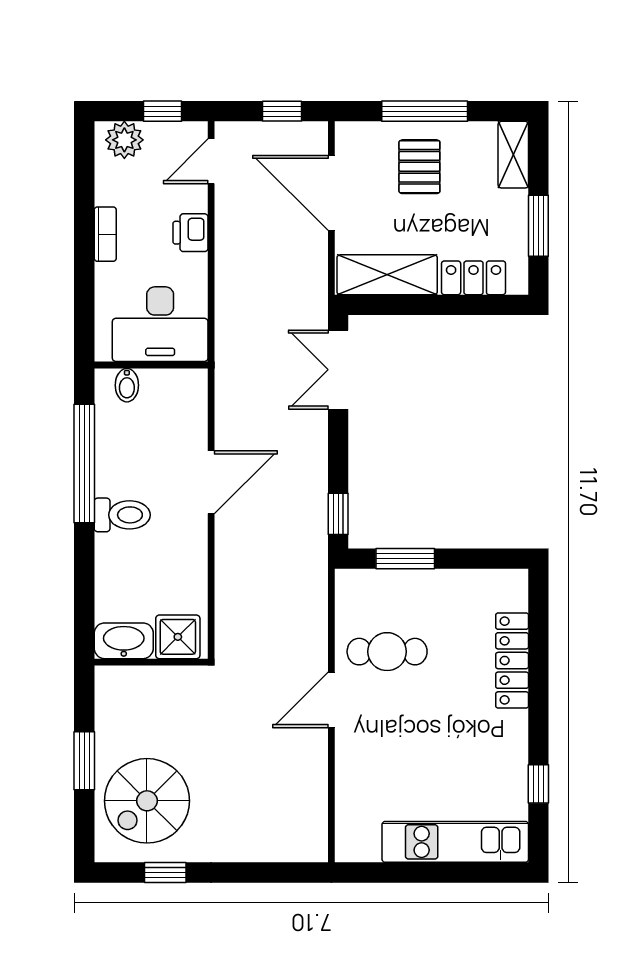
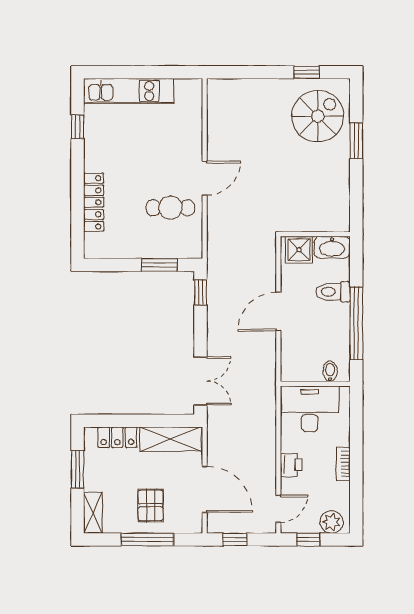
shower: (178, 637) -> (299, 250), moved
washbasin: (124, 641) -> (332, 247), moved
wall: (151, 662) -> (315, 234), moved

